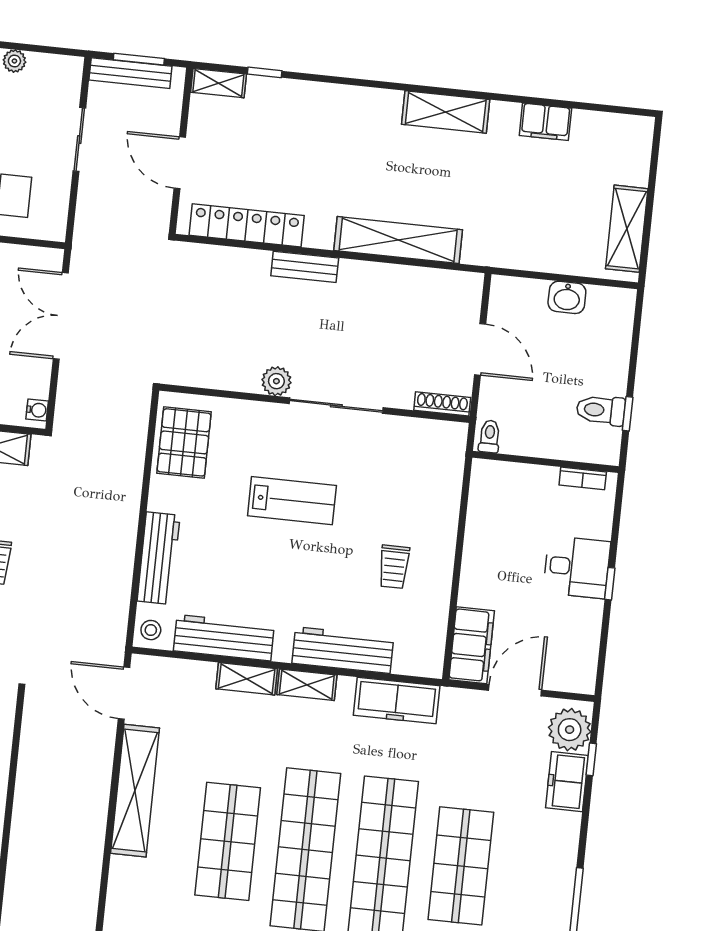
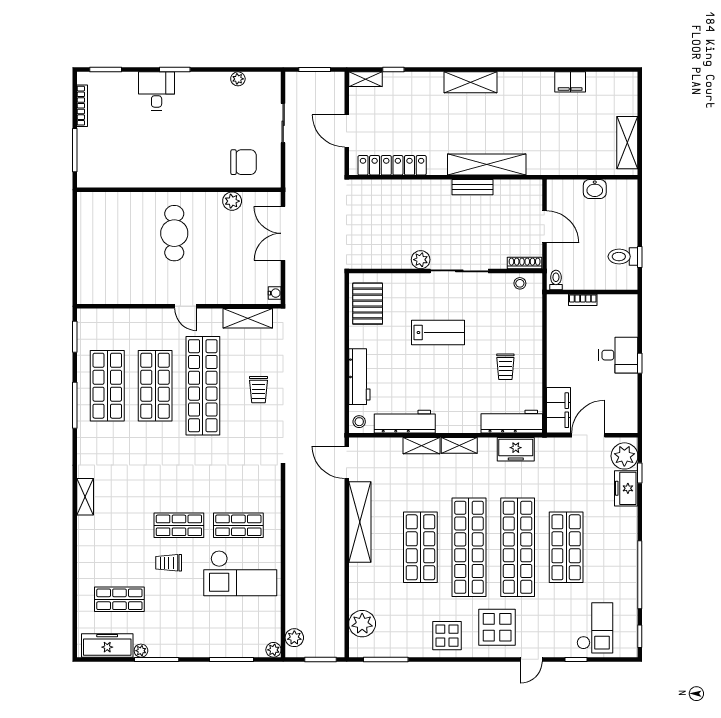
bench: (130, 73) -> (310, 79), removed
shelving: (446, 112) -> (471, 82), moved
bench: (305, 267) -> (472, 187), moved
stool: (431, 436) -> (520, 283), added
bookcase: (583, 478) -> (583, 300), moved
workbench: (343, 650) -> (512, 422), moved
freezer: (397, 701) -> (516, 449), width x0.71

